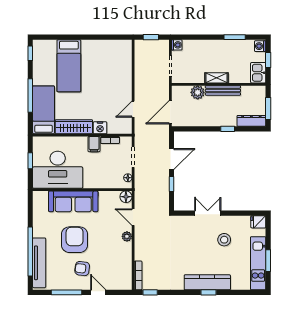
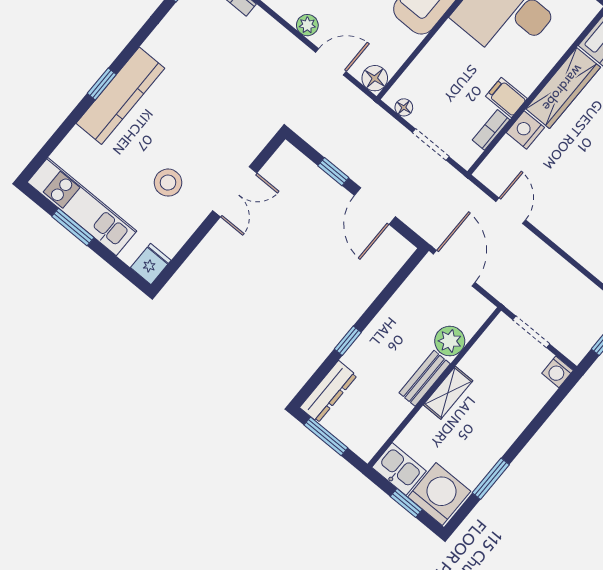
washing machine: (260, 46) -> (439, 494), width x1.89, depth x1.89
bench: (223, 90) -> (425, 378), width x0.73

